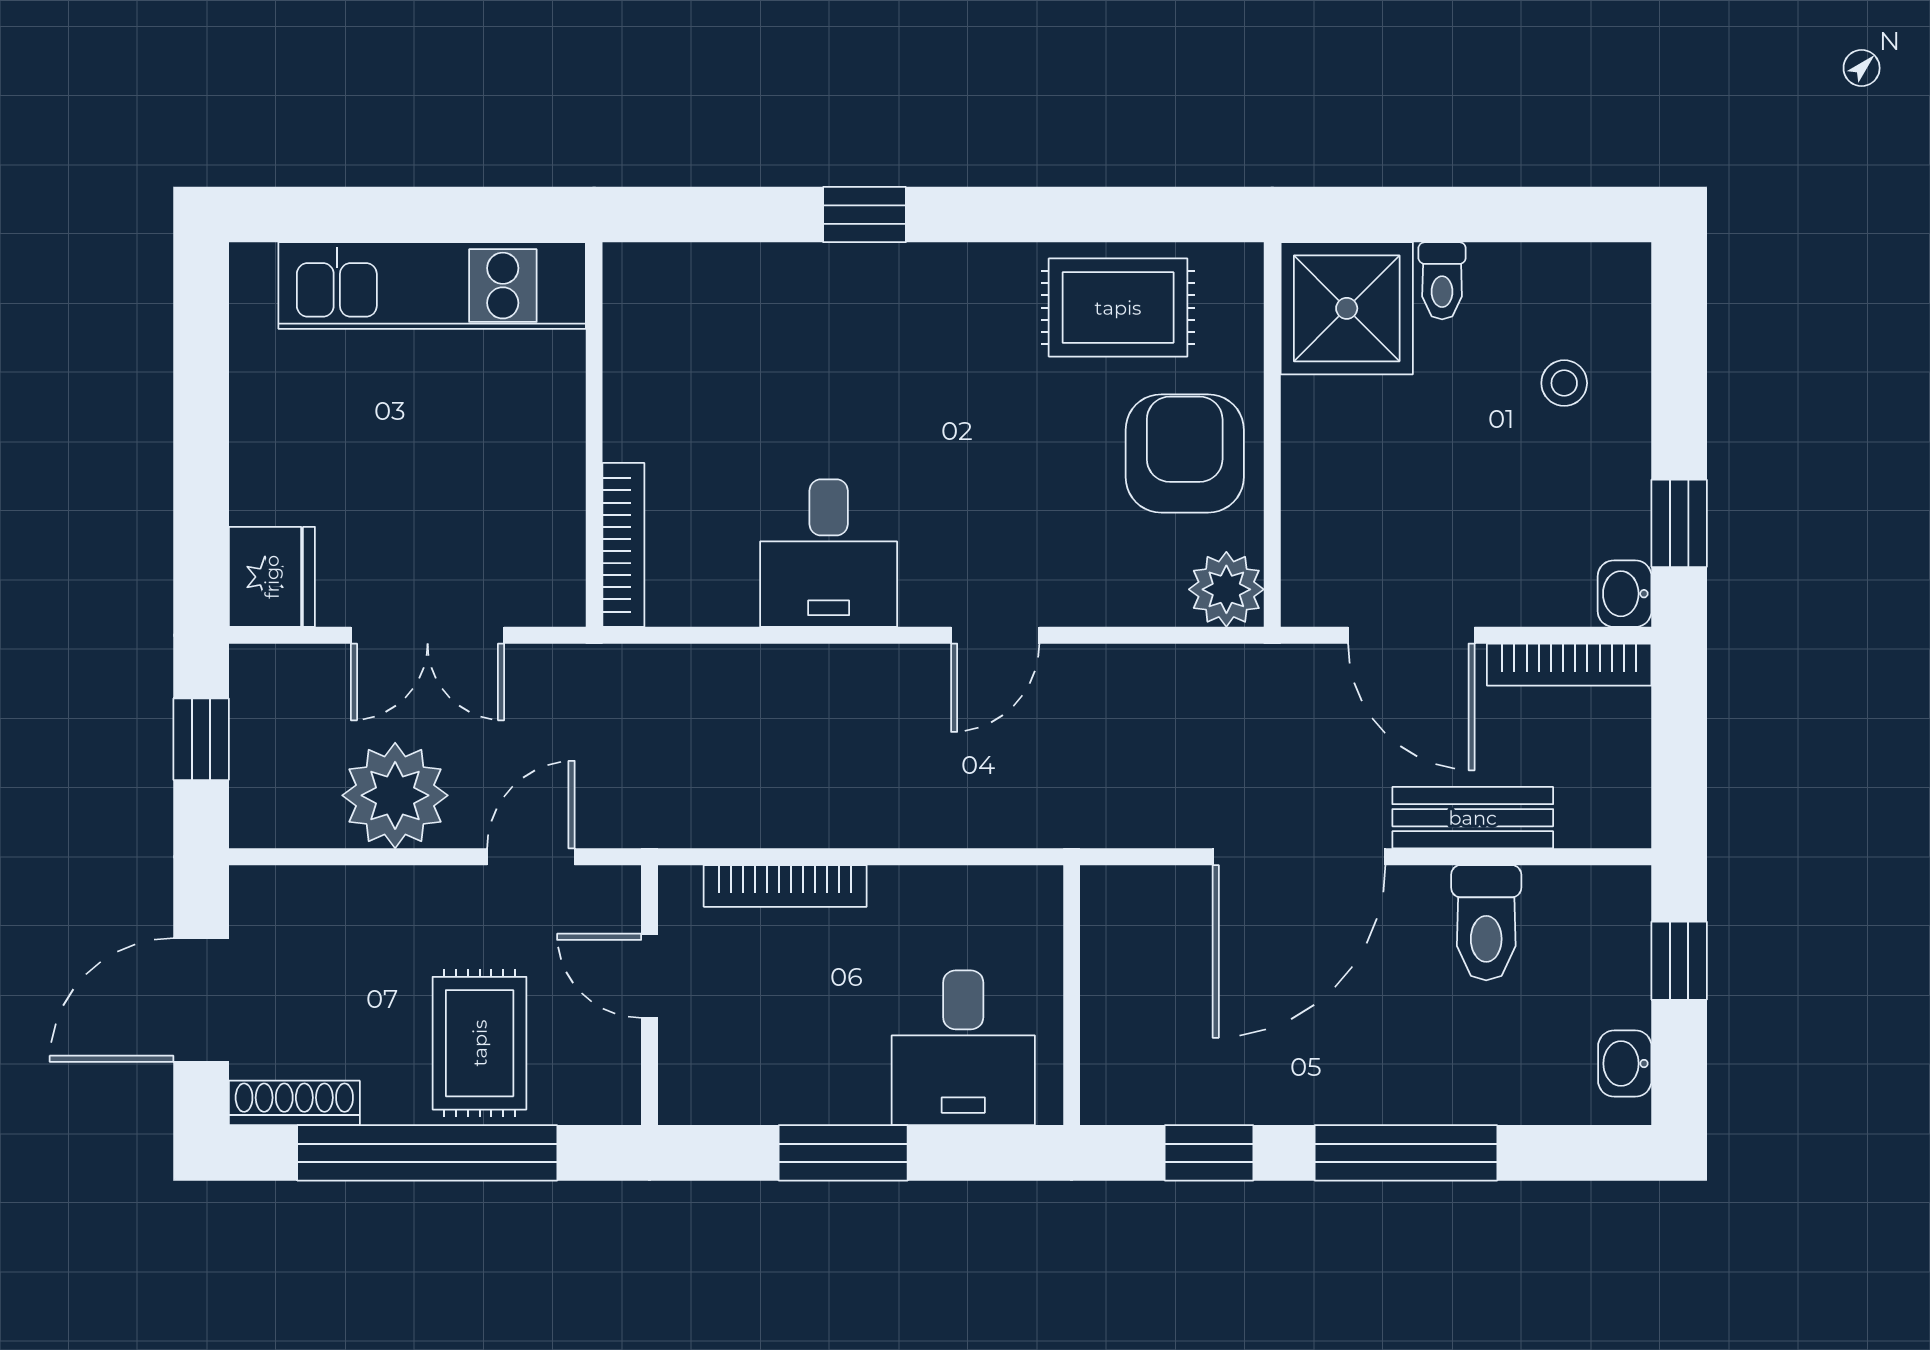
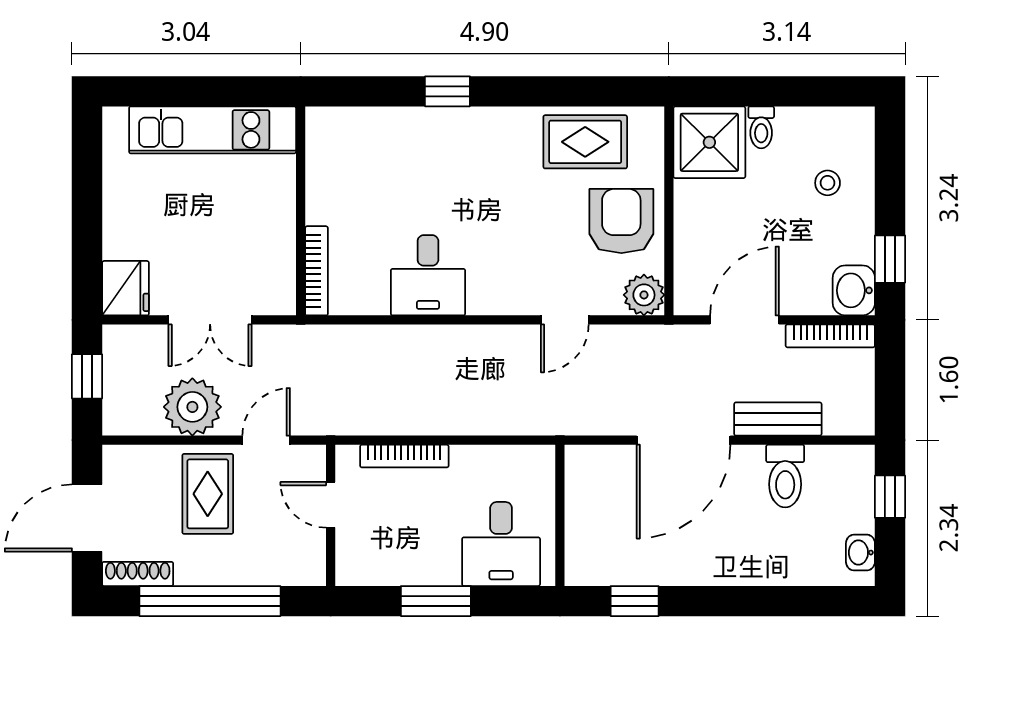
washbasin: (1625, 594) -> (854, 290), width x1.38, depth x1.45
door: (995, 635) -> (565, 320), moved
door: (1411, 635) -> (745, 320), swing flipped
rug: (480, 1043) -> (208, 494), moved
window: (1406, 1153) -> (742, 601), removed

